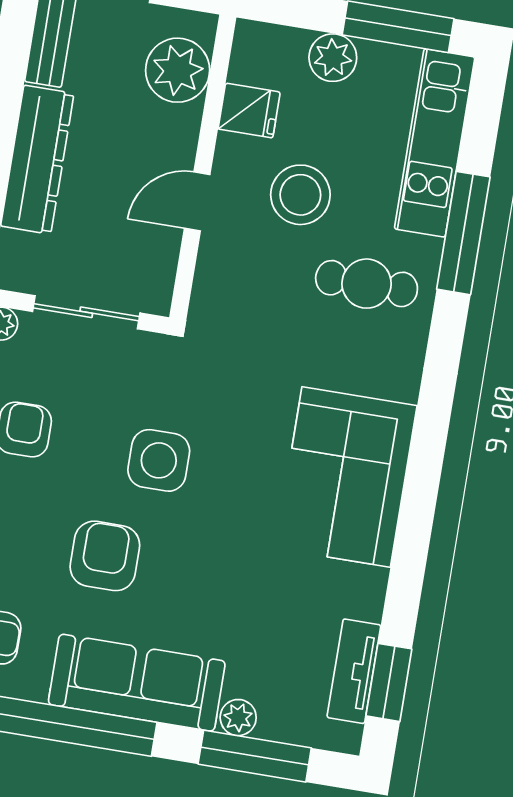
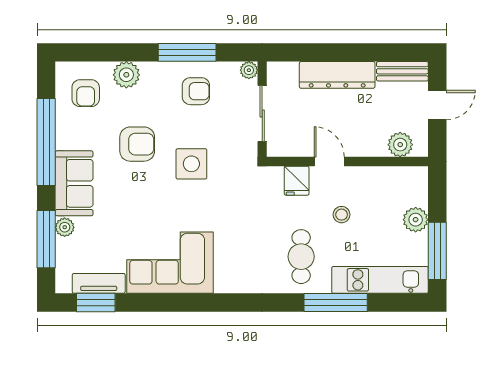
plant: (178, 70) -> (400, 145), width x0.73, depth x0.73
fridge: (249, 111) -> (297, 181), moved
stool: (300, 195) -> (342, 215), width x0.53, depth x0.53
corner sofa: (346, 477) -> (170, 263), moved
sofa: (137, 683) -> (74, 183), width x0.73

